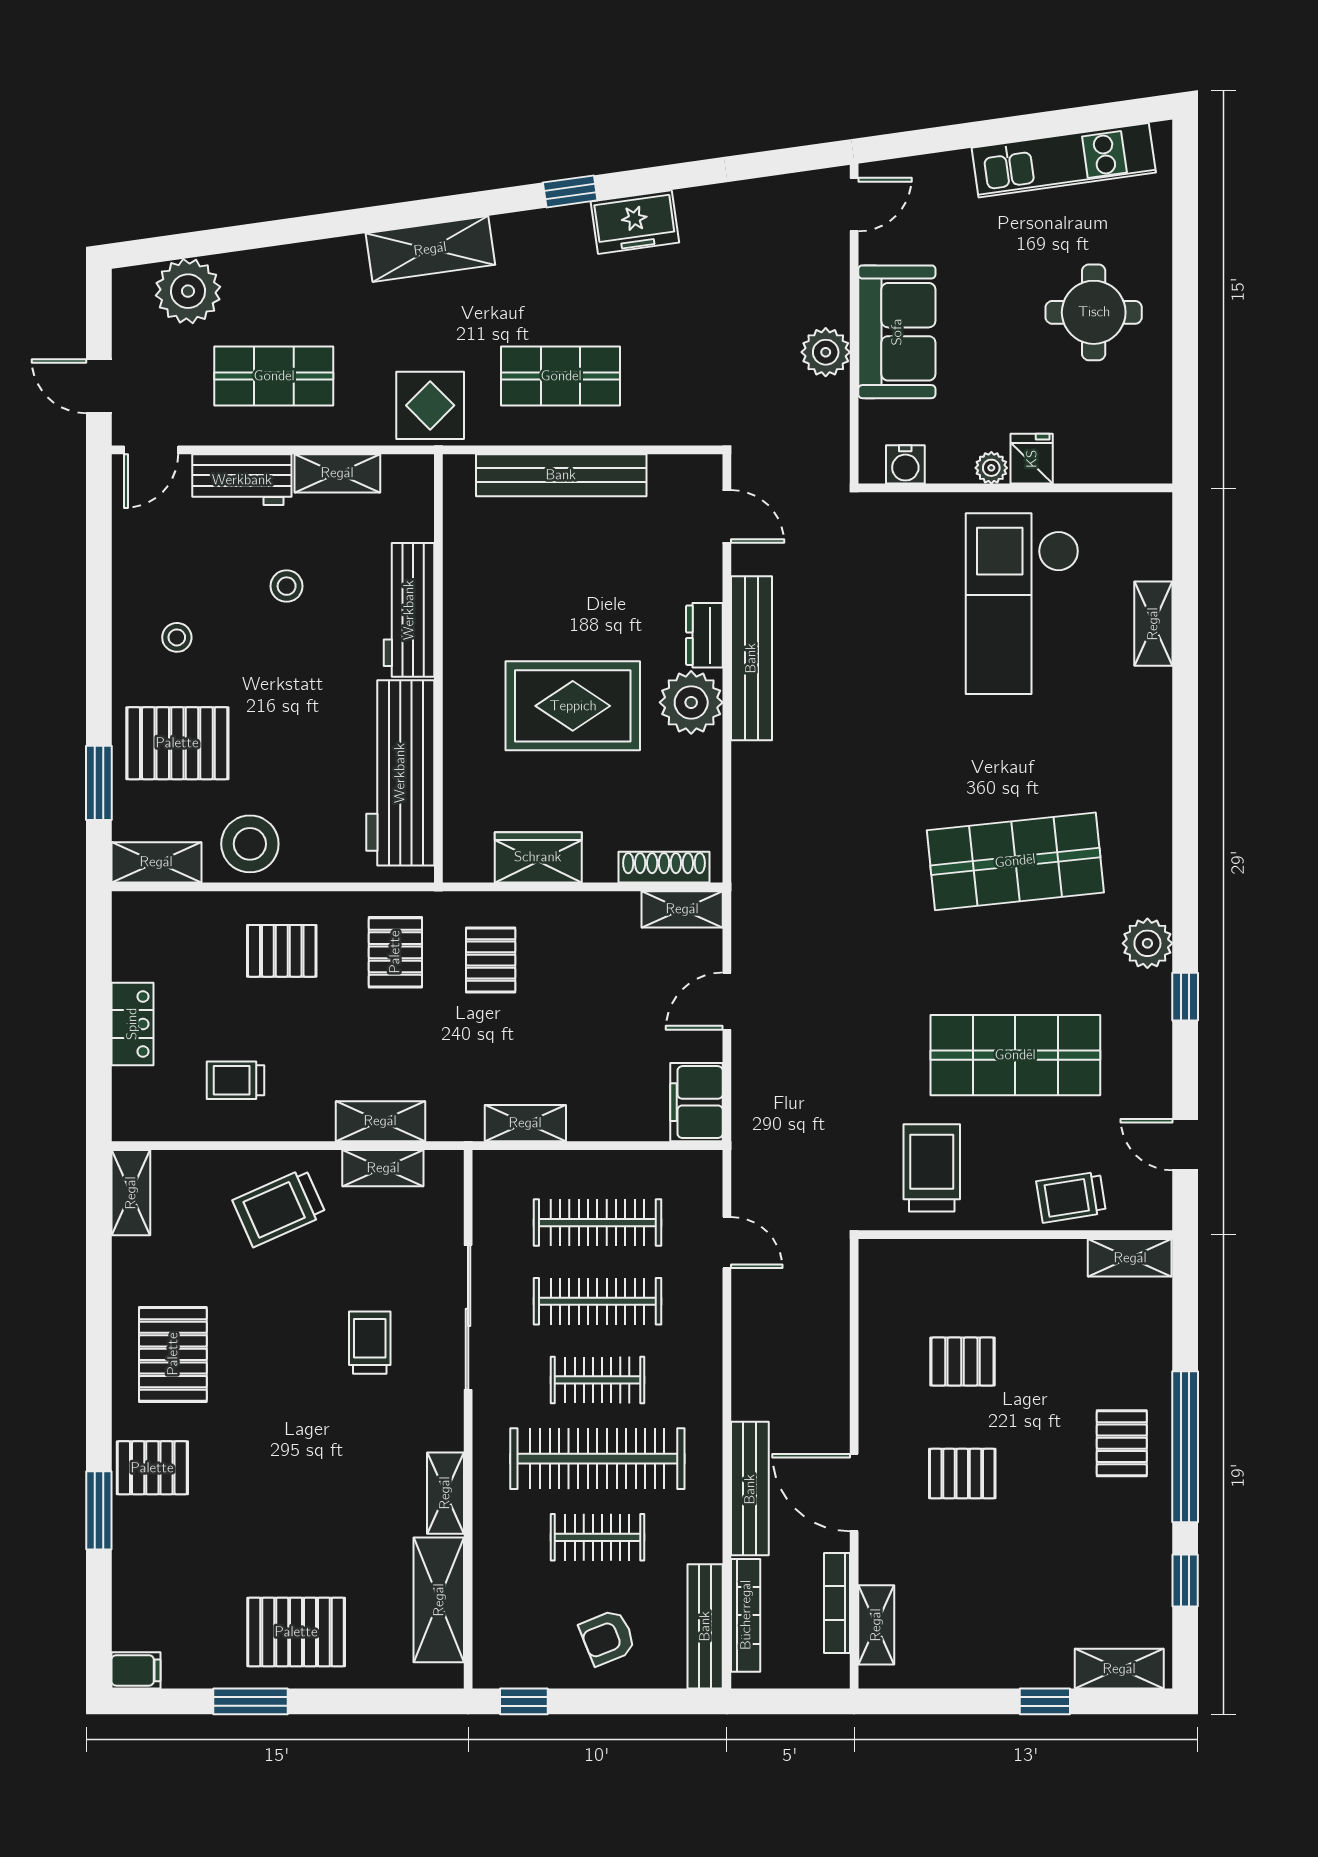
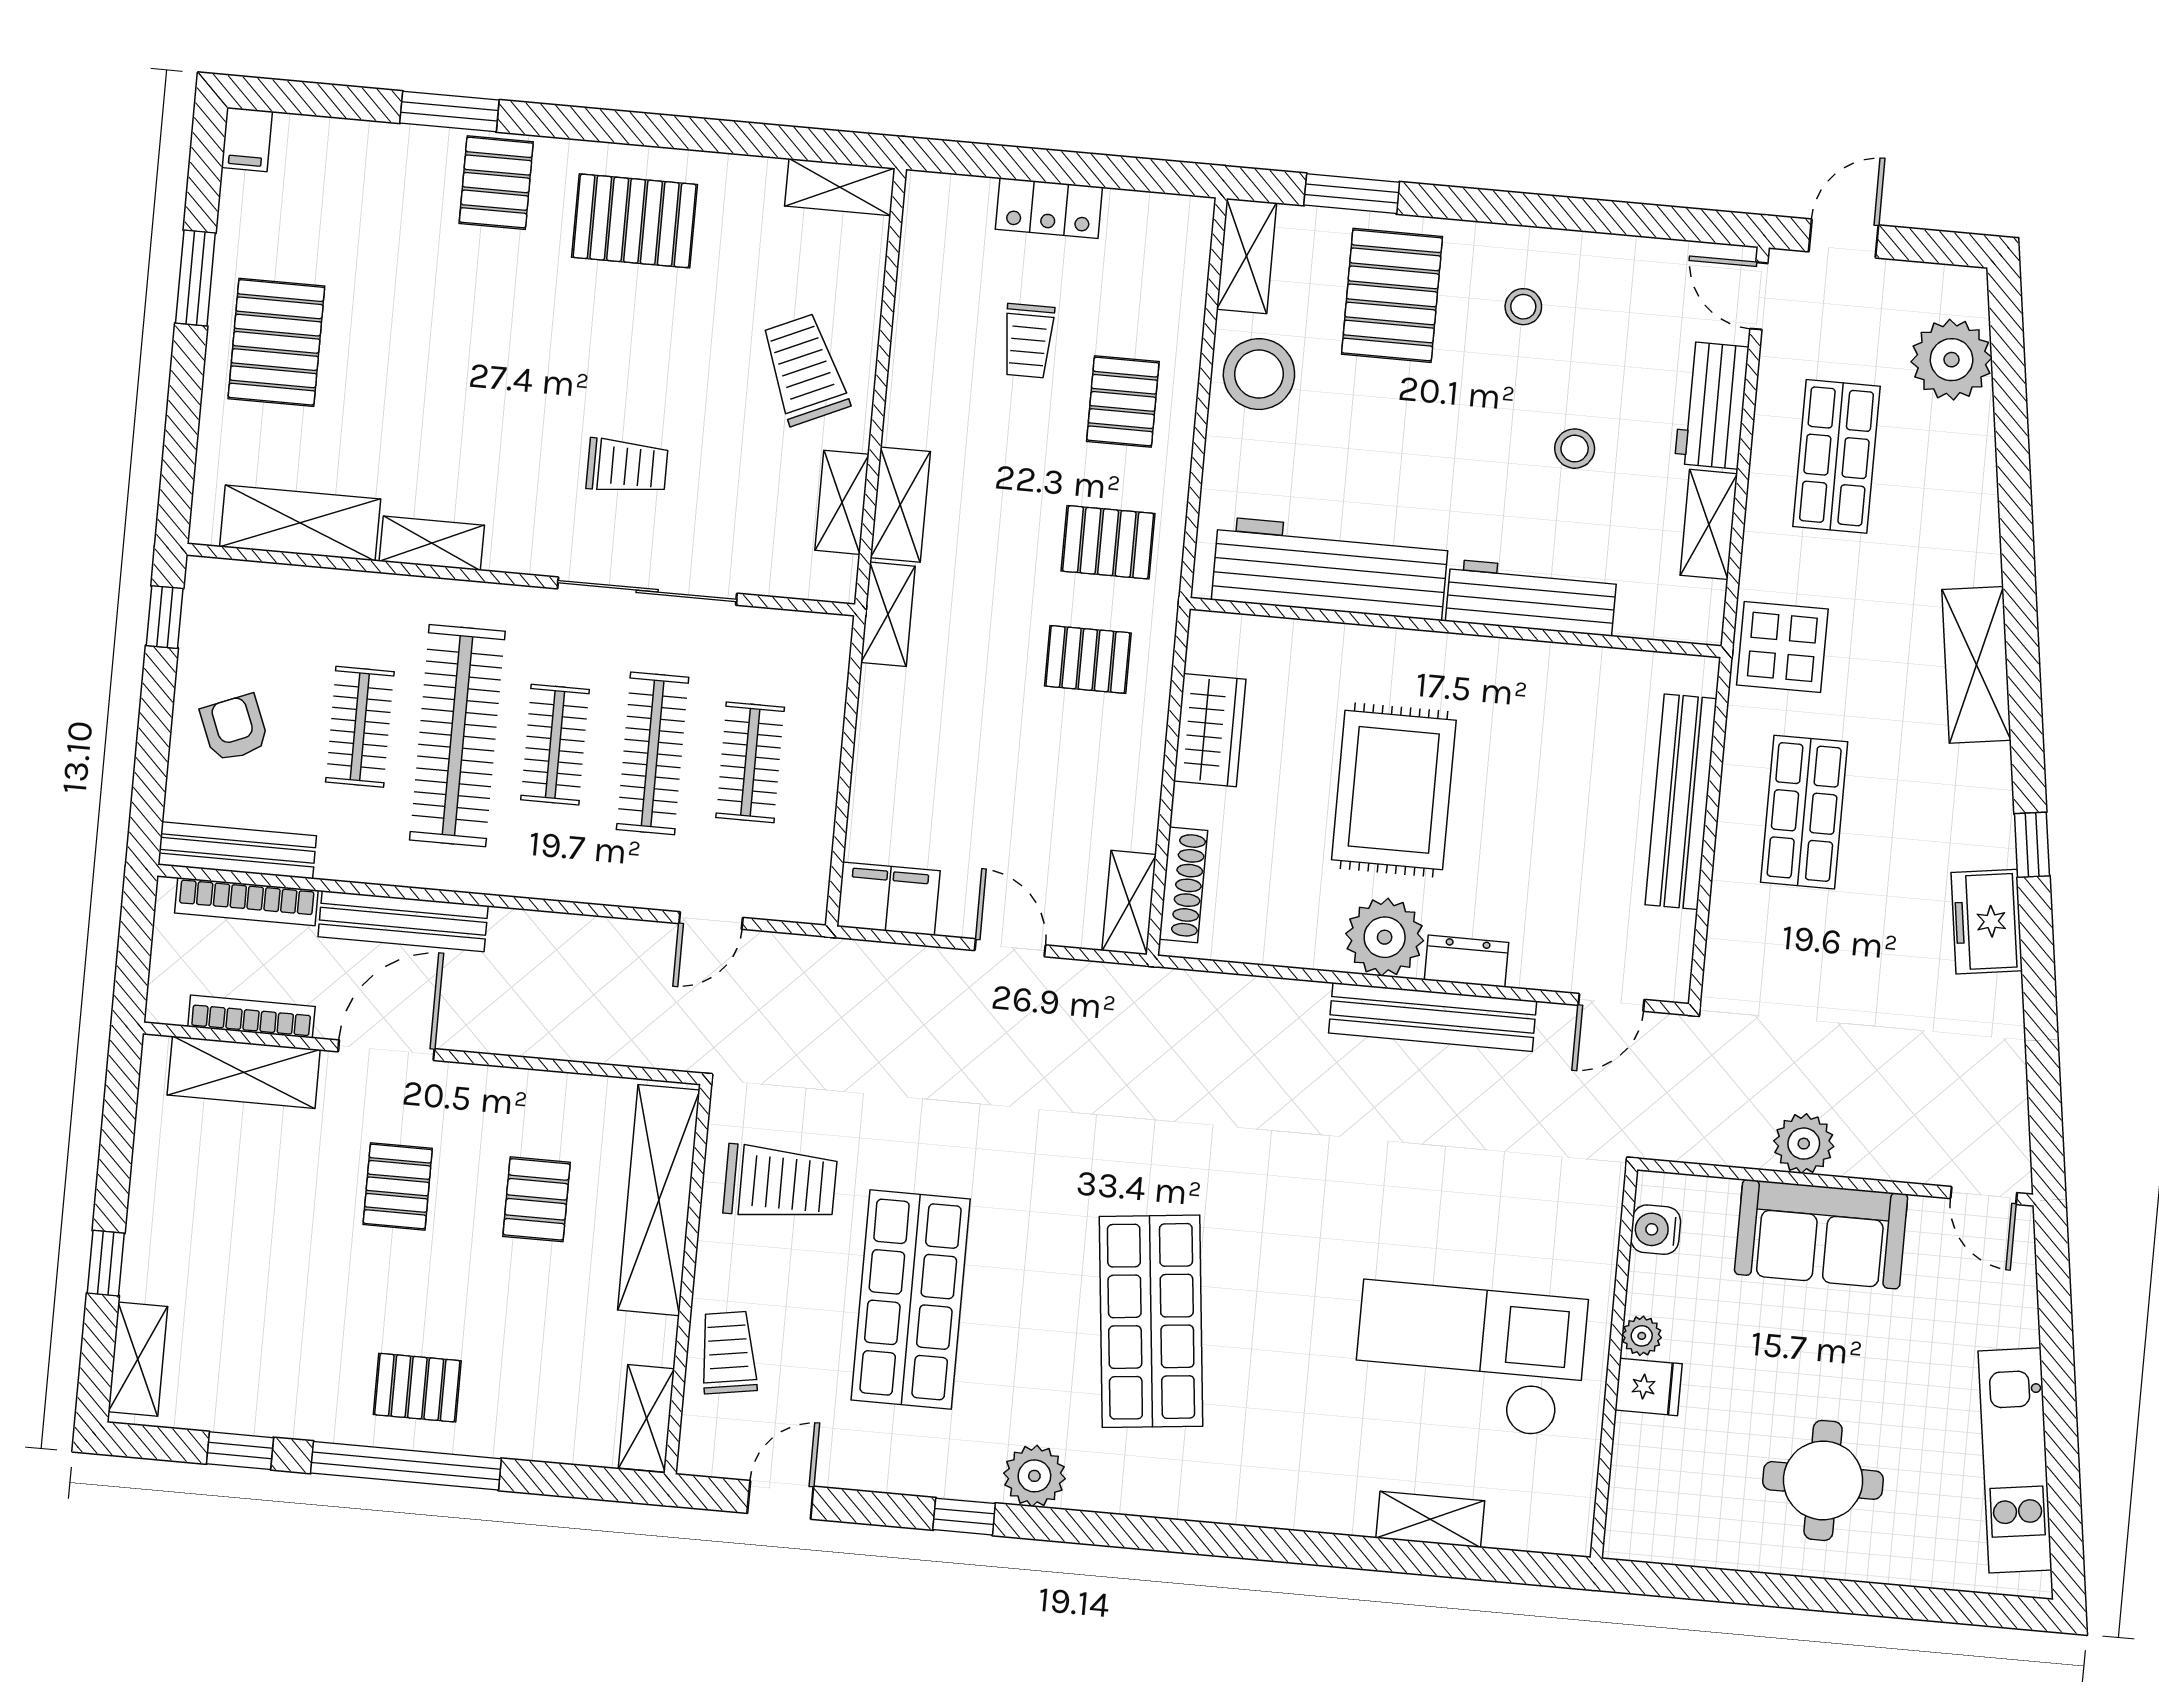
trolley: (236, 1080) -> (1028, 341), moved, turned 180
shelving: (525, 1123) -> (888, 614), moved
clothes rail: (597, 1223) -> (750, 762), width x0.73
shelving: (954, 1264) -> (659, 1200), added
shelving: (876, 1625) -> (244, 1072), width x1.50, depth x1.33

